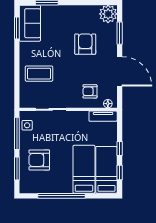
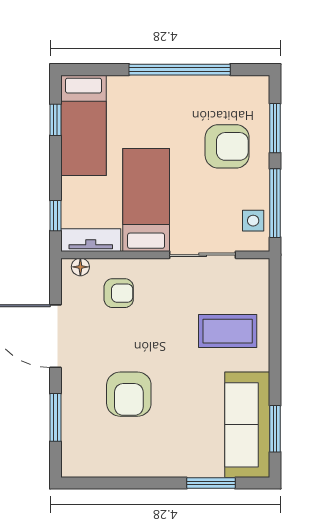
plant: (108, 14) -> (80, 459), removed
sofa: (30, 23) -> (247, 425), width x1.36
window: (120, 149) -> (55, 216), moved
bed: (84, 169) -> (146, 200), moved, turned 180

